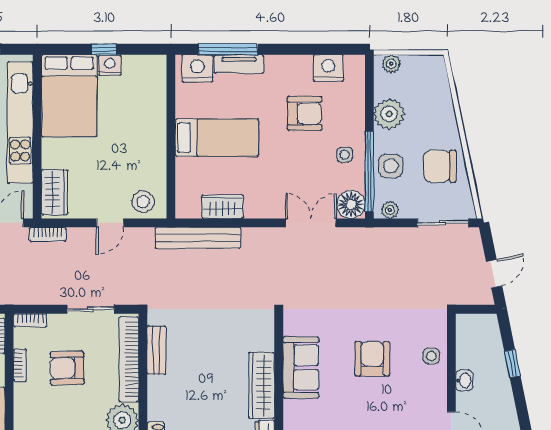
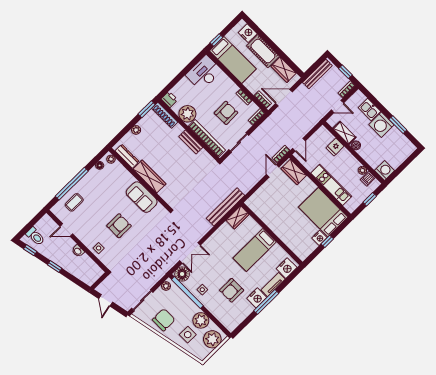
window: (228, 49) -> (266, 302), moved
plant: (391, 64) -> (212, 339), width x1.87, depth x1.87
nightstand: (328, 68) -> (257, 298), moved
kitchen unit: (20, 122) -> (331, 185), width x0.73
side table: (391, 166) -> (188, 335), moved
stool: (143, 202) -> (258, 200), removed
wardrobe: (223, 207) -> (237, 217), moved
door: (110, 223) -> (273, 171), moved
bench: (156, 350) -> (191, 142), moved
armchair: (372, 359) -> (119, 226), turned -90
window: (512, 364) -> (55, 266), moved

